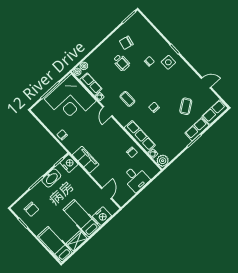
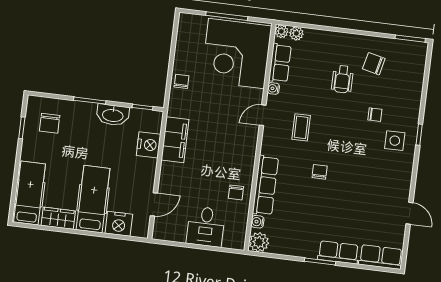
coffee table: (186, 106) -> (356, 212), removed
nightstand: (69, 164) -> (149, 145), moved

